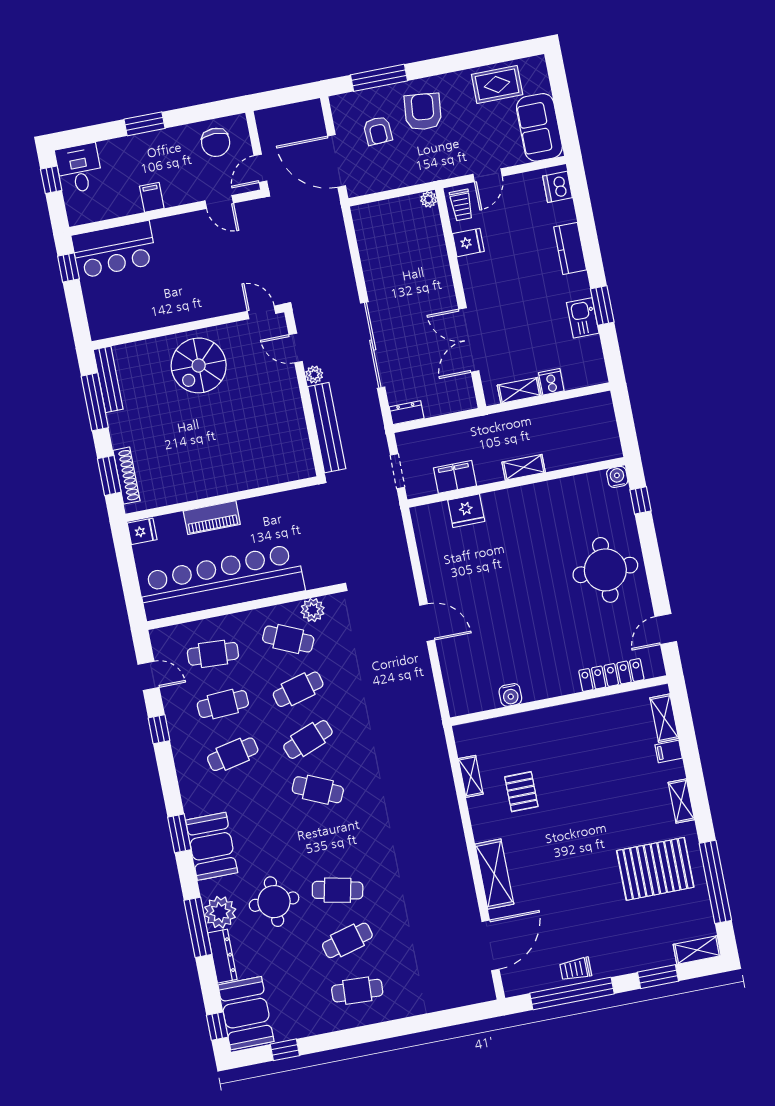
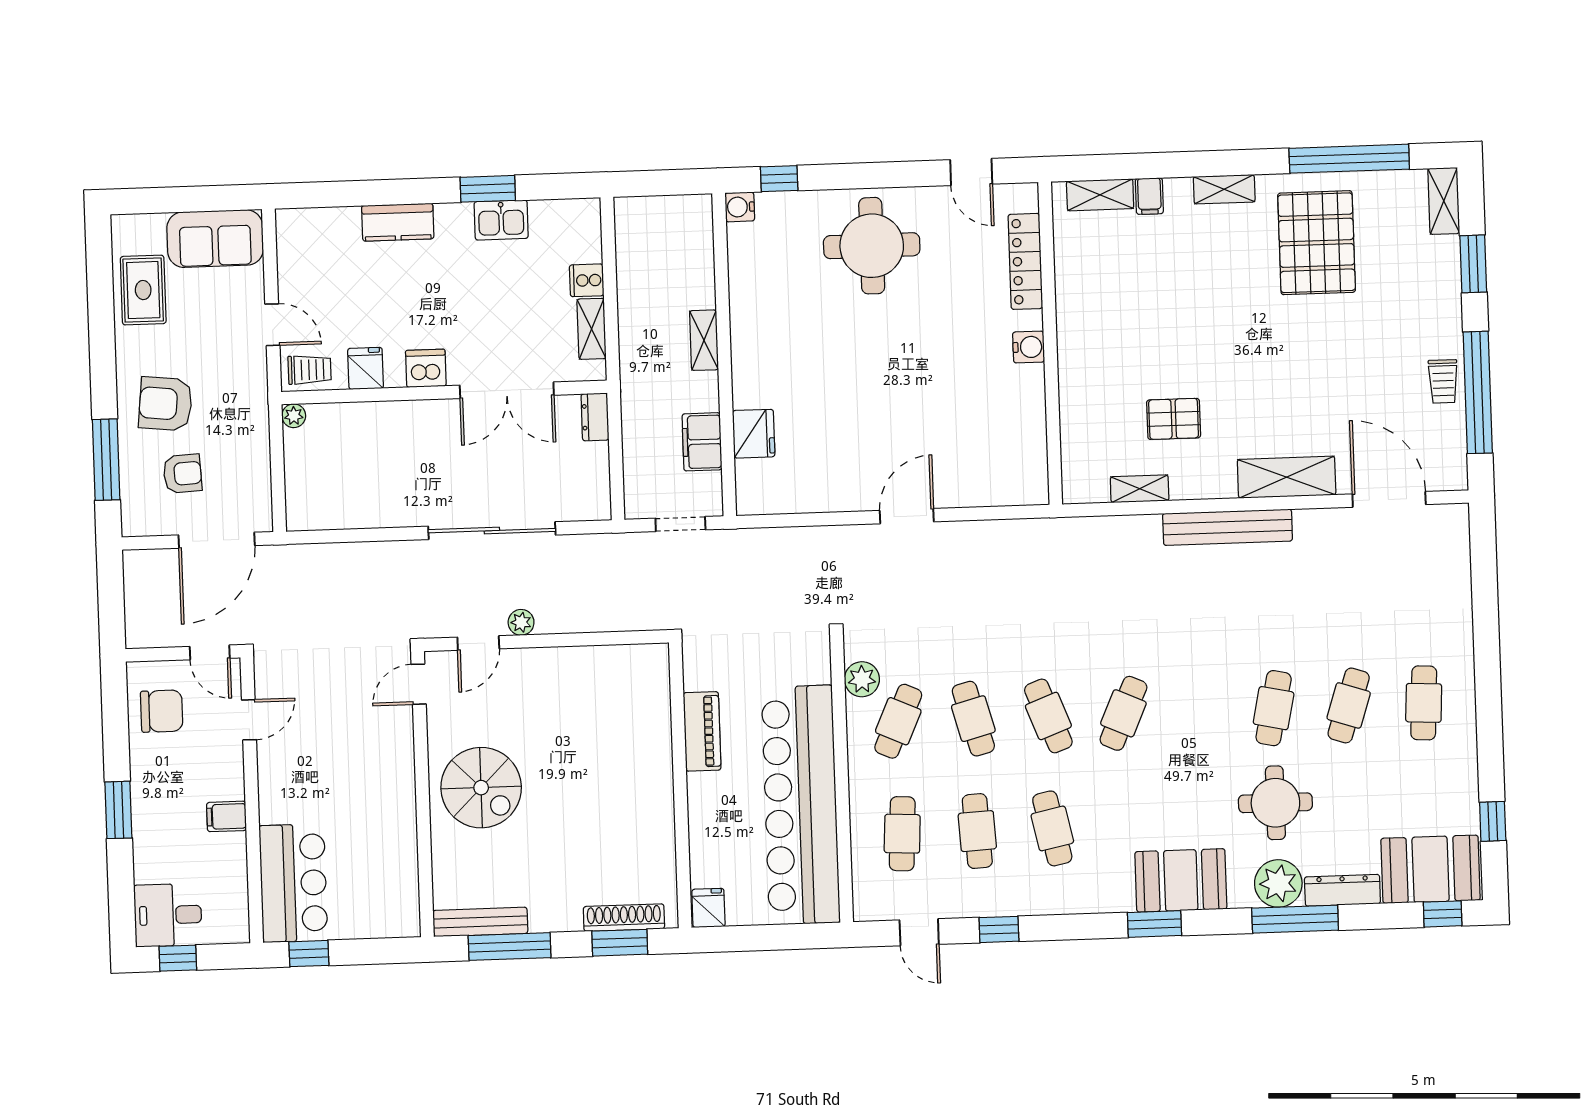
dishwasher: (558, 187) -> (426, 368), moved, turned 180
dresser: (407, 413) -> (595, 417), moved
bench: (327, 428) -> (1228, 527), moved
piano: (212, 518) -> (702, 731), moved
door: (149, 676) -> (919, 932), swing flipped
water cooler: (510, 695) -> (1029, 347), moved
cafe table: (347, 940) -> (1349, 705), turned 33

